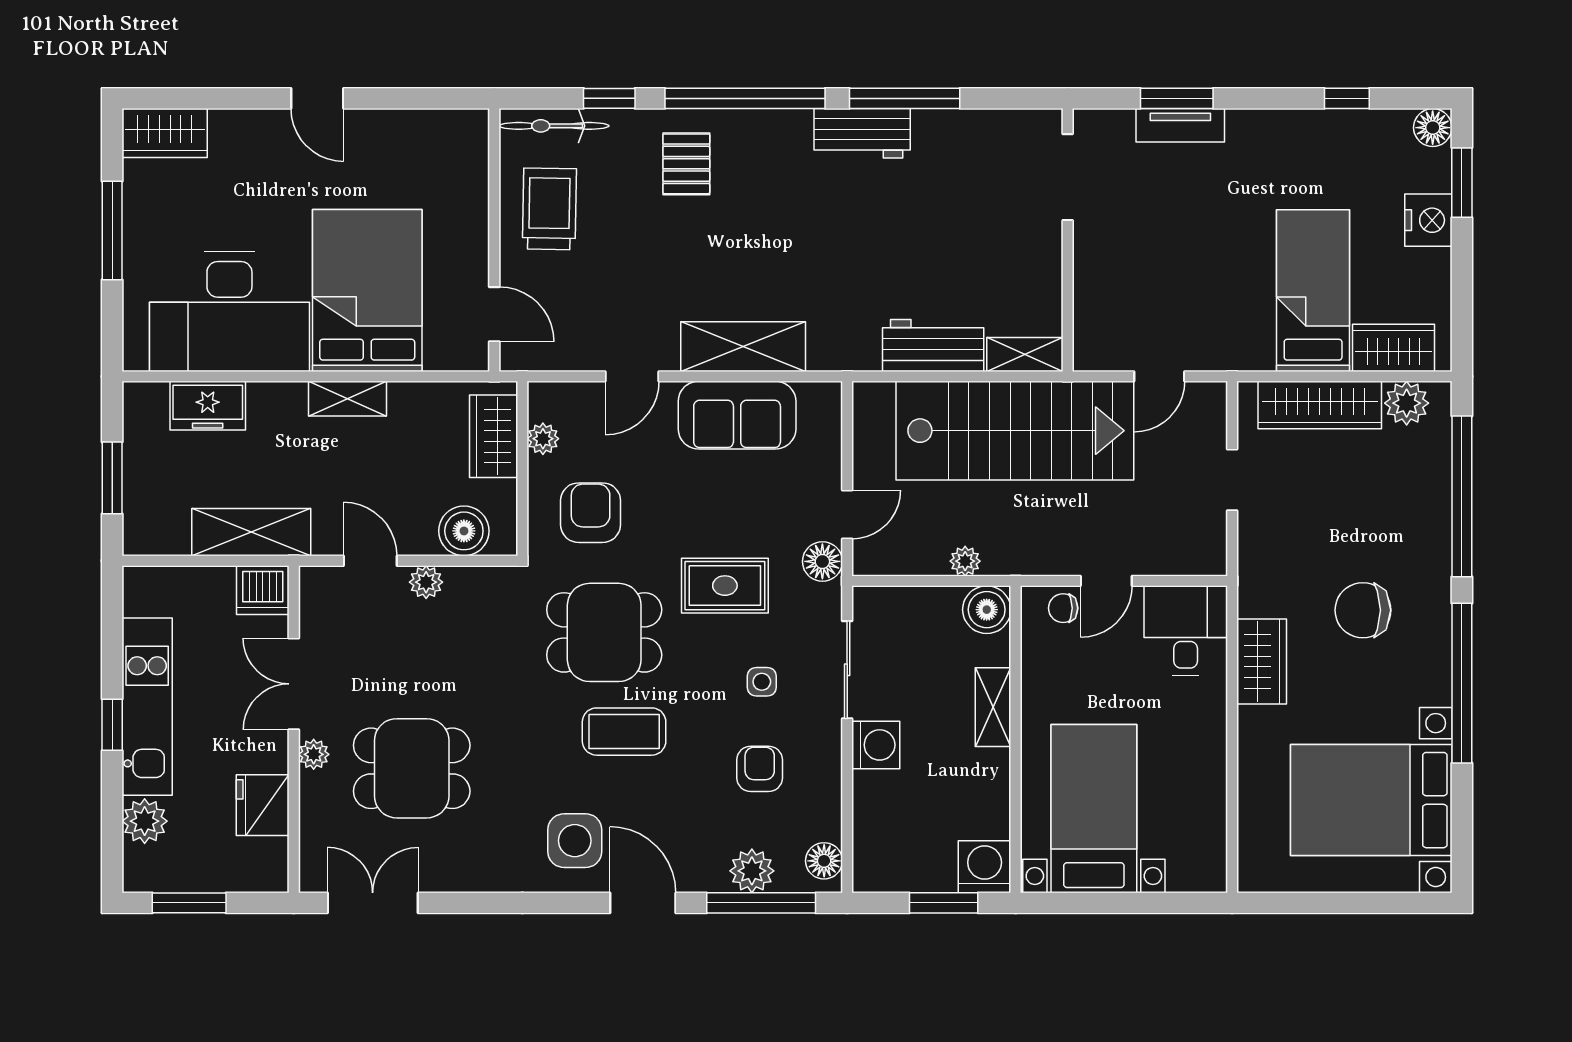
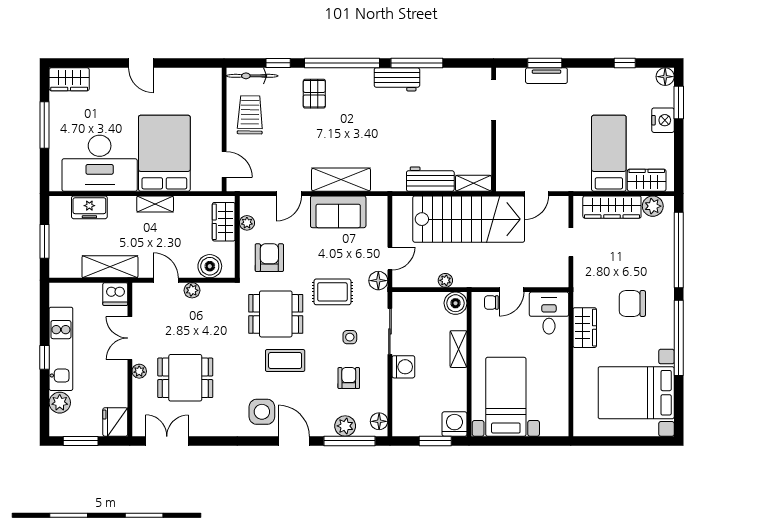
fridge: (263, 805) -> (115, 422), moved

